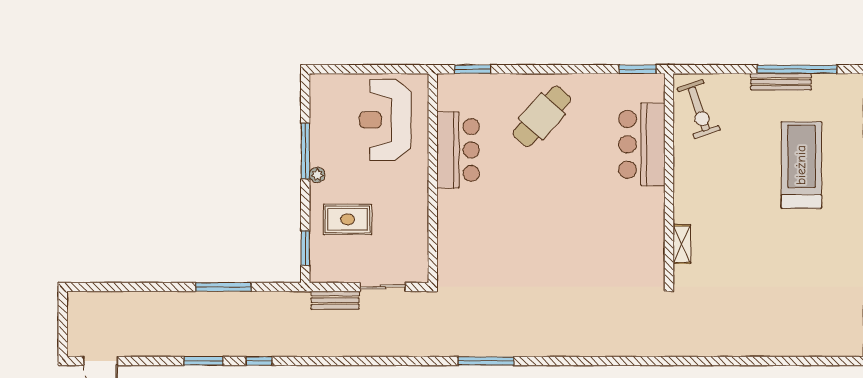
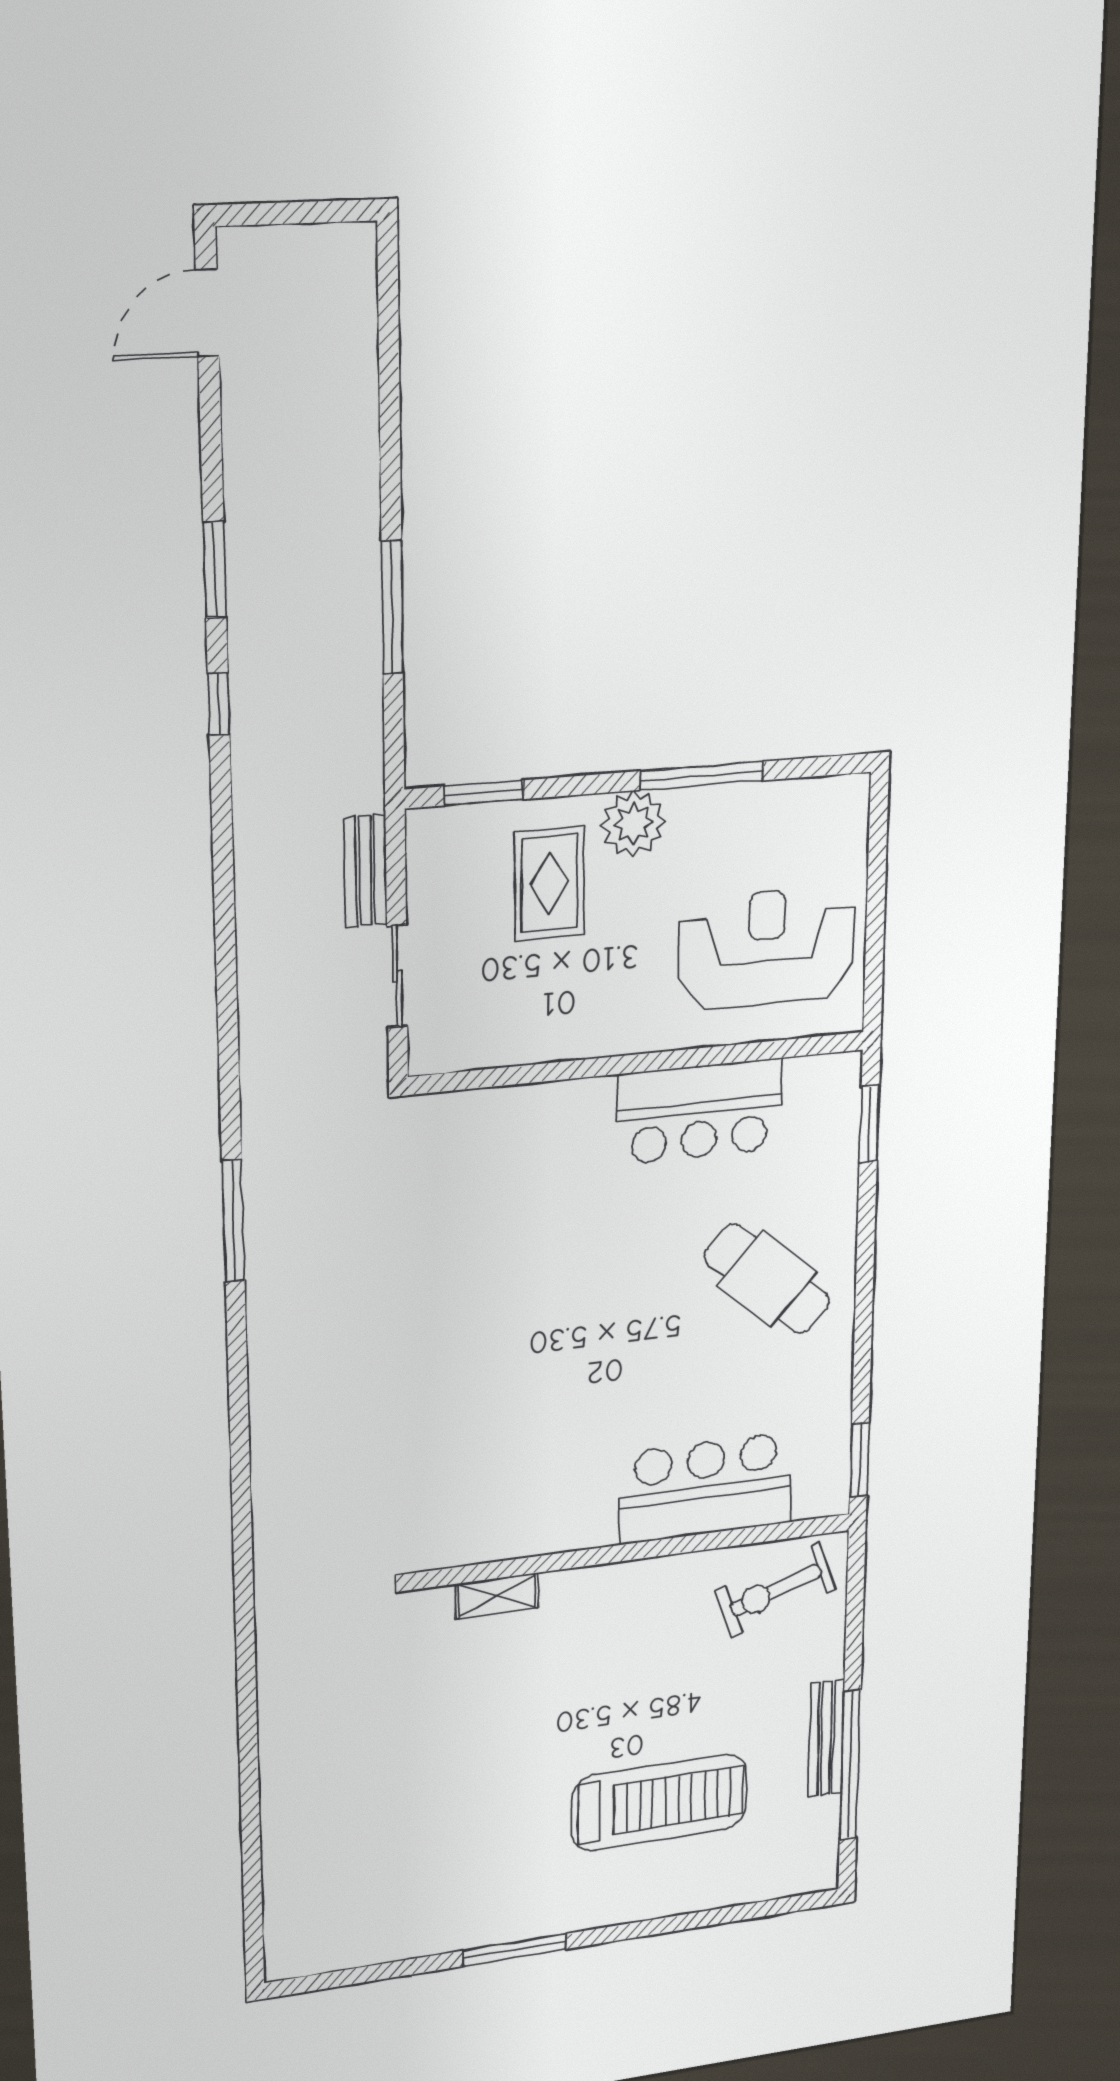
plant: (317, 175) -> (634, 824), width x1.88, depth x1.88

